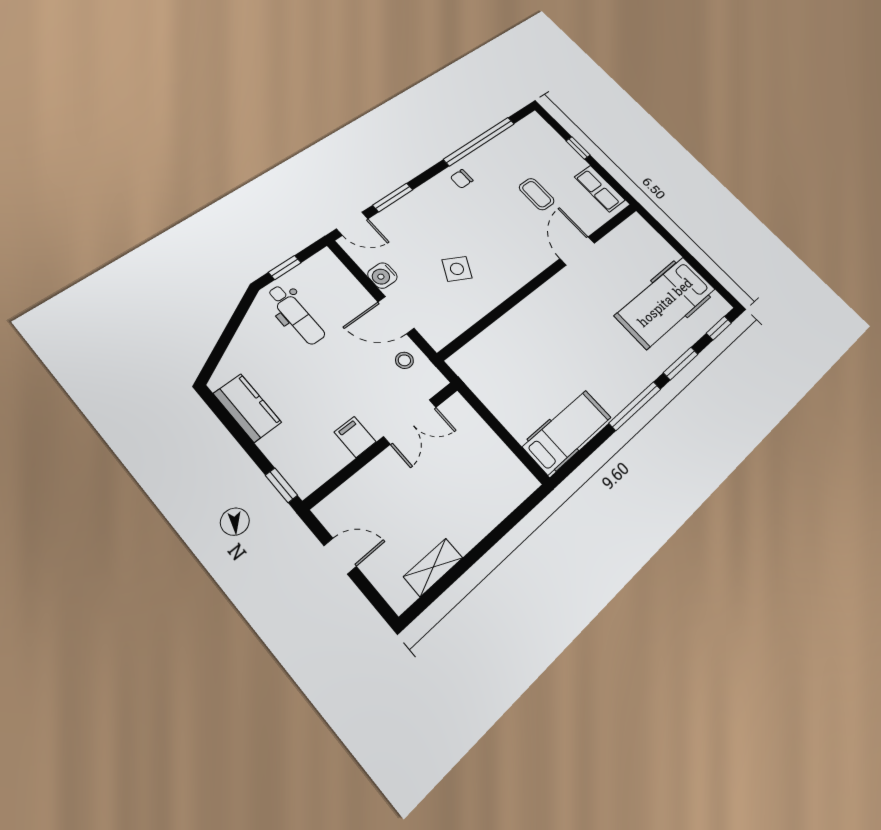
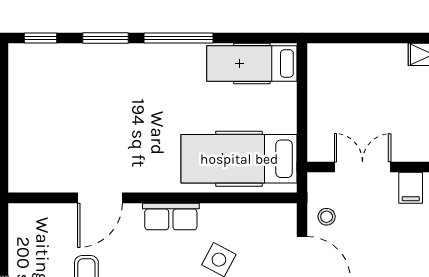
row of seats: (600, 189) -> (171, 216), moved, turned 90
hospital bed: (665, 302) -> (239, 159), moved, turned 180

